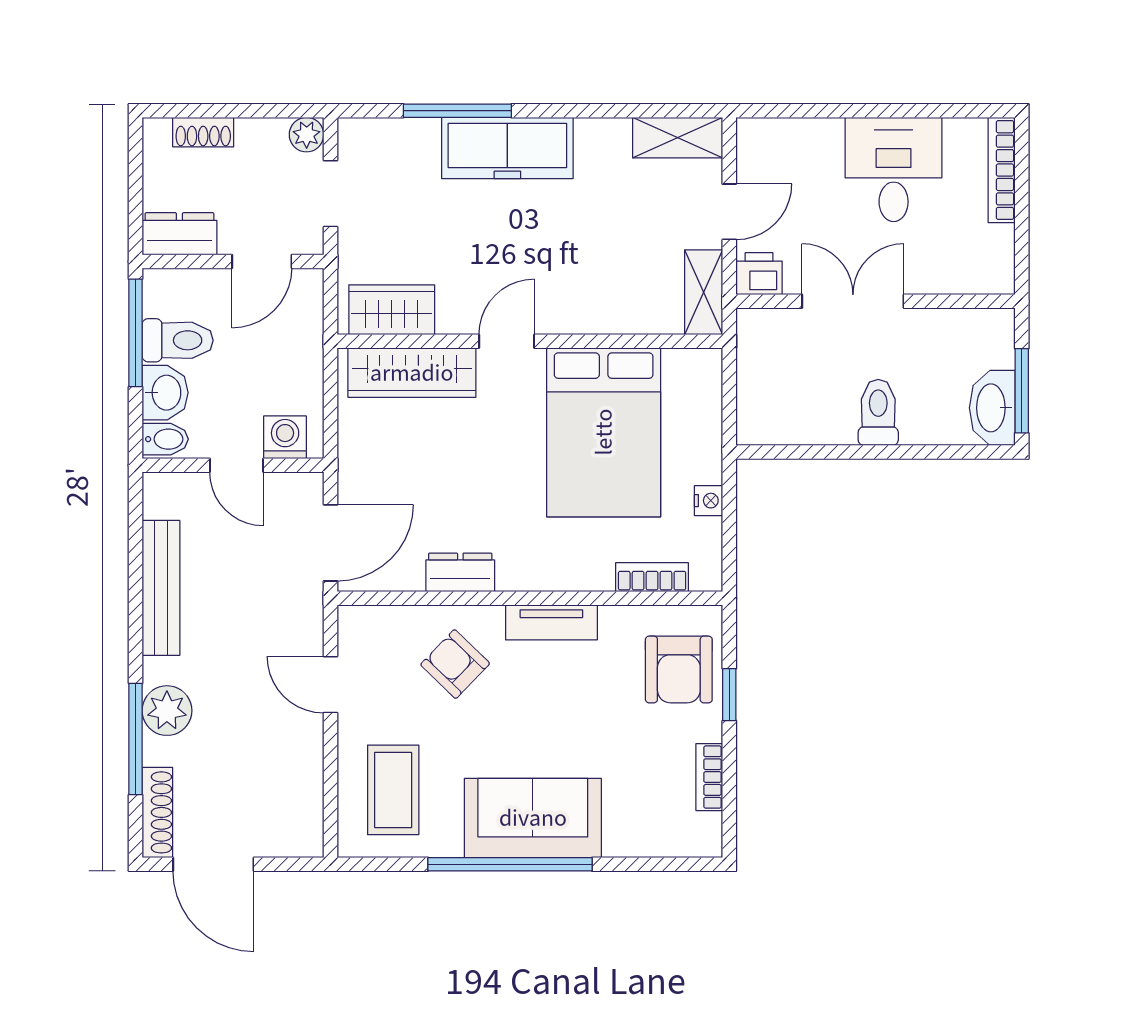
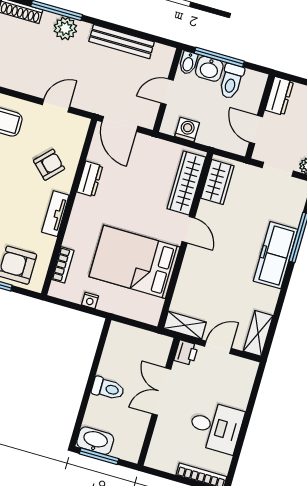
door: (729, 212) -> (218, 347), swing flipped
double door: (853, 301) -> (161, 392), swing flipped
window: (135, 333) -> (219, 57), moved
washing machine: (285, 437) -> (187, 130), moved, turned -90

